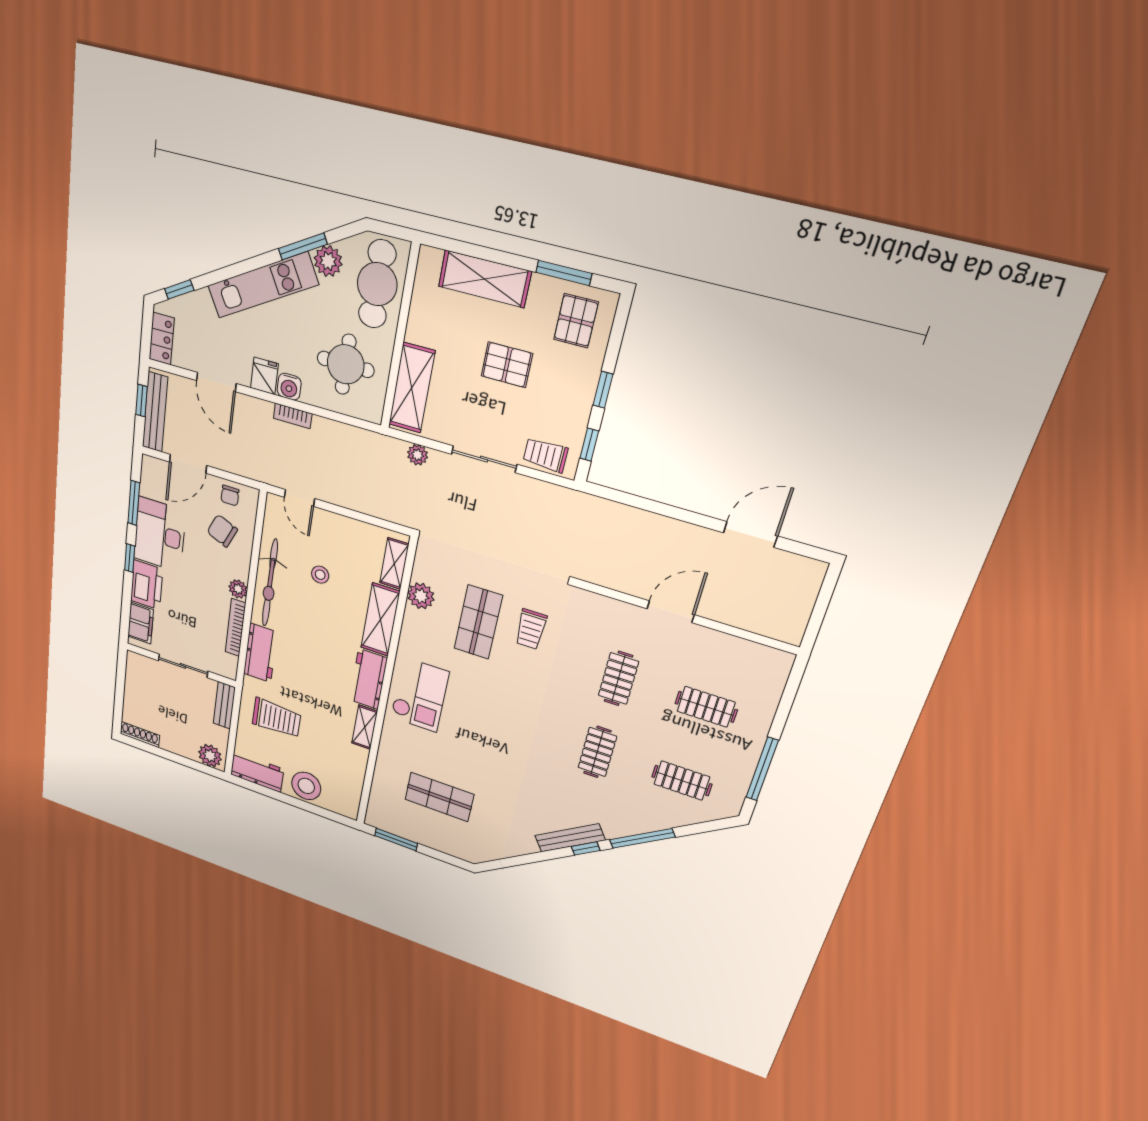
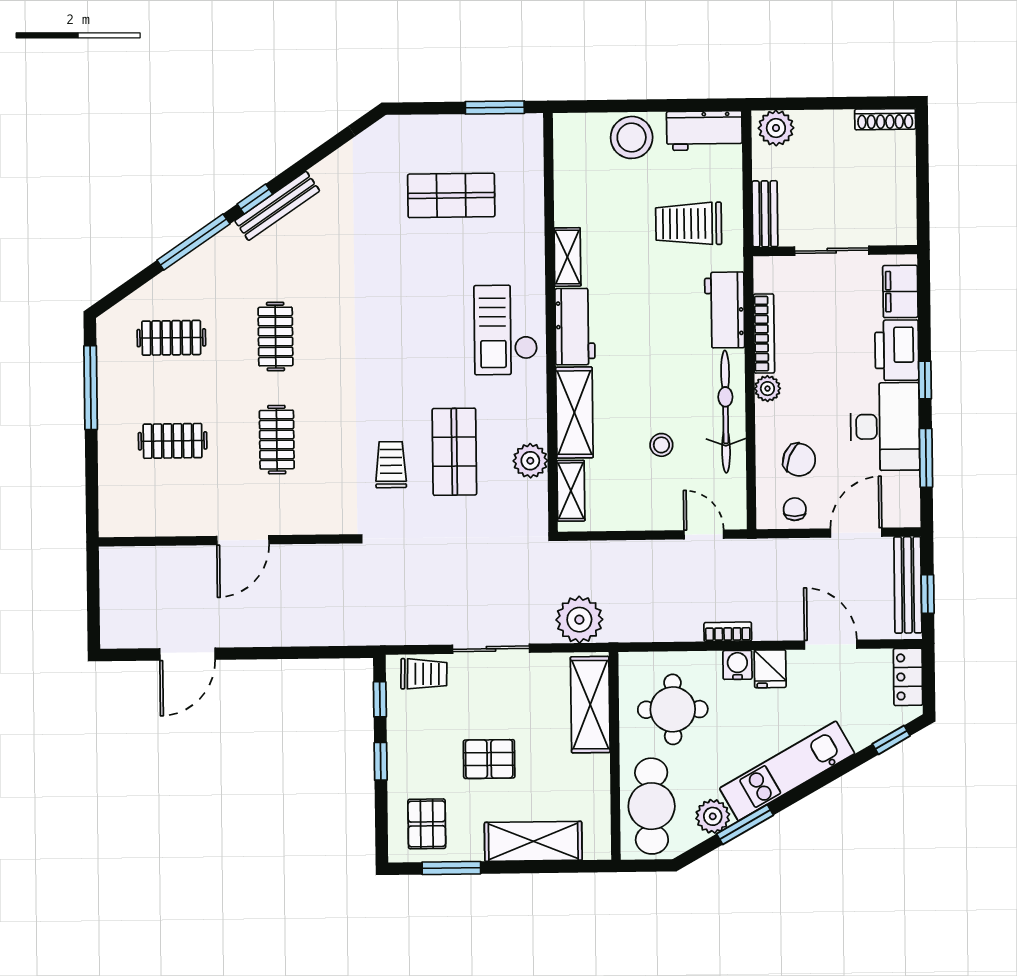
plant: (418, 455) -> (579, 620), width x1.87, depth x1.87

